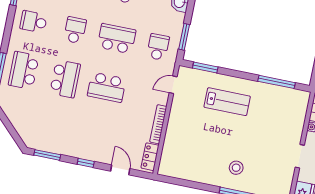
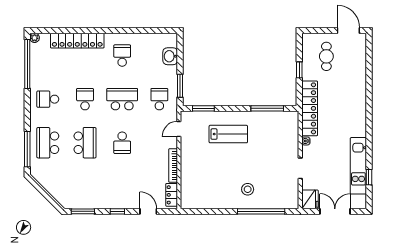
school desk: (107, 87) -> (122, 143), width x0.54

